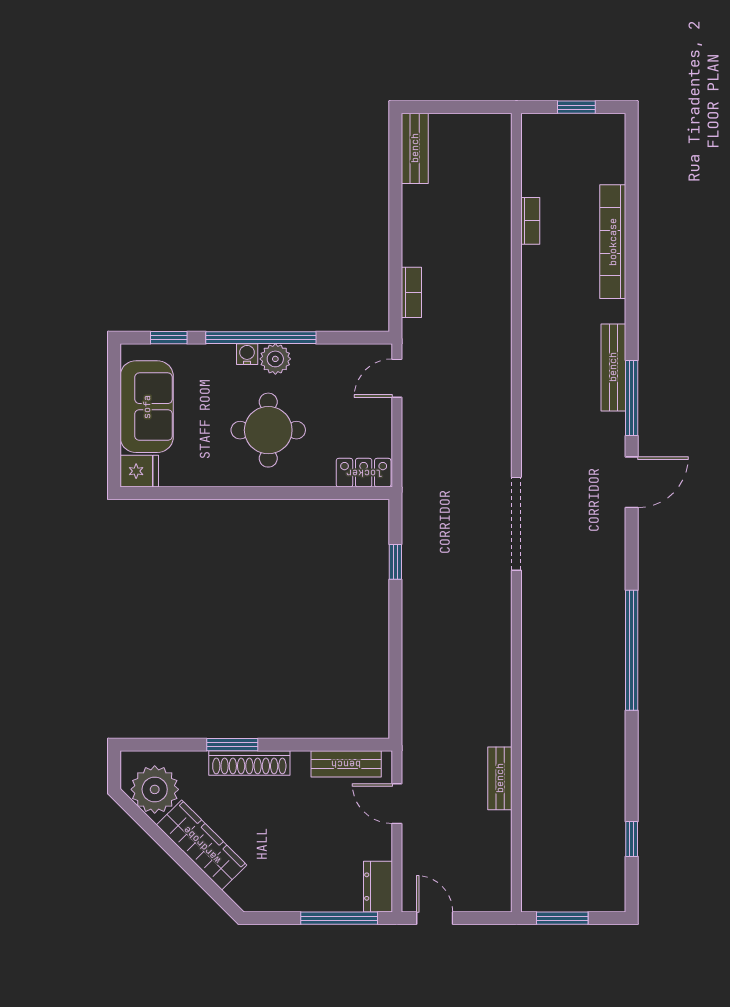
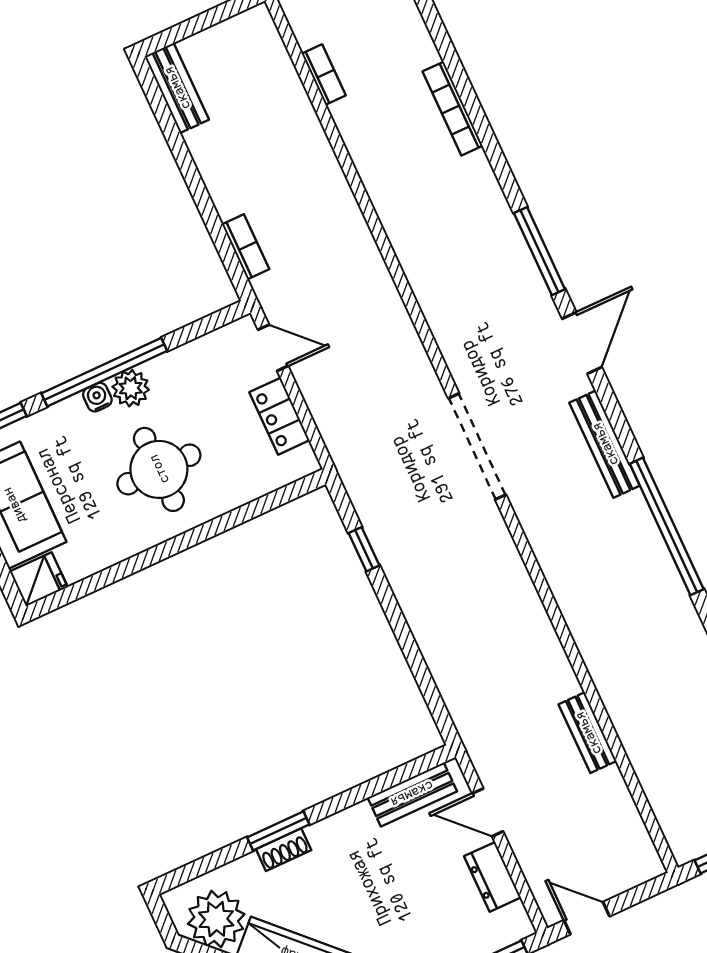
bookcase: (530, 221) -> (324, 75), moved
bookcase: (613, 242) -> (453, 109), width x0.68, depth x0.76
bench: (613, 367) -> (605, 444), moved
door: (397, 378) -> (273, 348), swing flipped
locker: (364, 473) -> (279, 416), moved, turned -90
shoe rack: (249, 763) -> (284, 850), width x0.51, depth x0.81
dresser: (378, 887) -> (492, 877), moved

